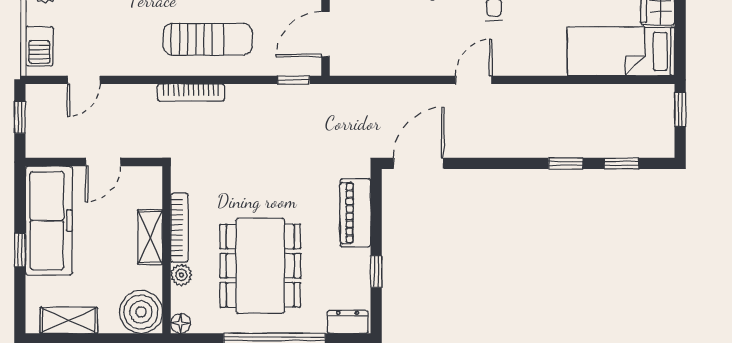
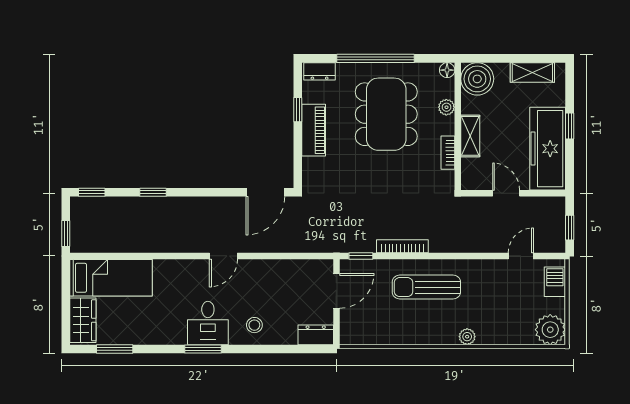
bookcase: (191, 93) -> (402, 246), moved
door: (103, 162) -> (506, 193), hinge flipped
window: (622, 163) -> (92, 192), moved
piano: (355, 213) -> (314, 130), moved
bookcase: (179, 228) -> (448, 153), width x0.64

